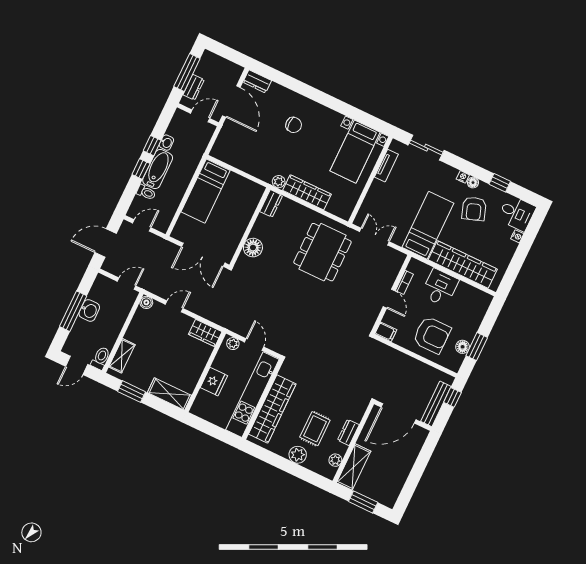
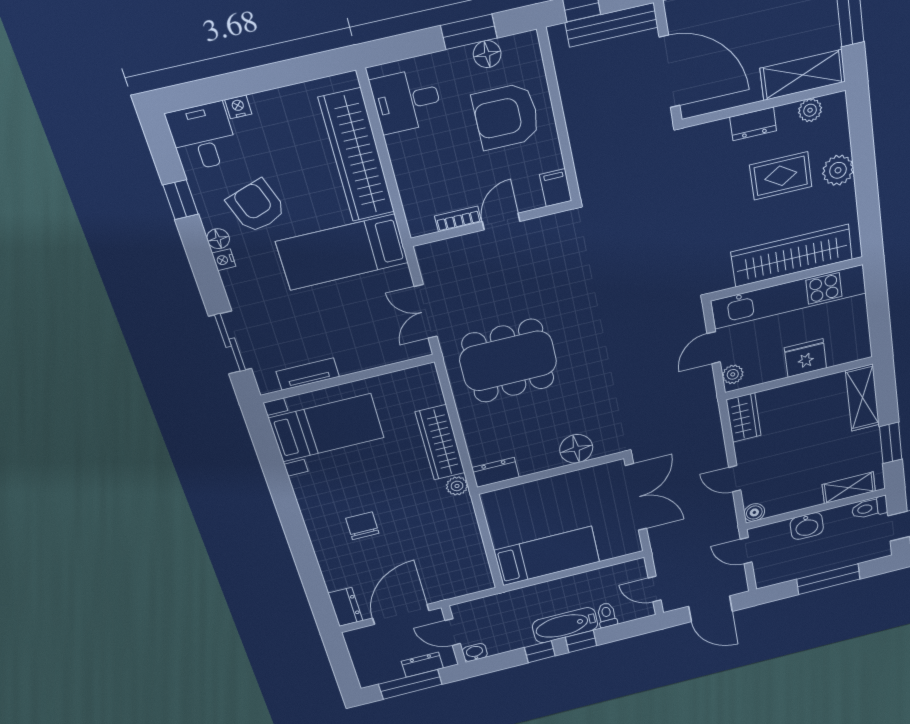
washbasin: (166, 143) -> (475, 652), moved
armchair: (474, 209) -> (256, 206), turned -90
desk: (440, 288) -> (407, 101), moved
washbasin: (89, 310) -> (807, 526), moved, turned 180
armchair: (432, 335) -> (506, 116), turned -90

